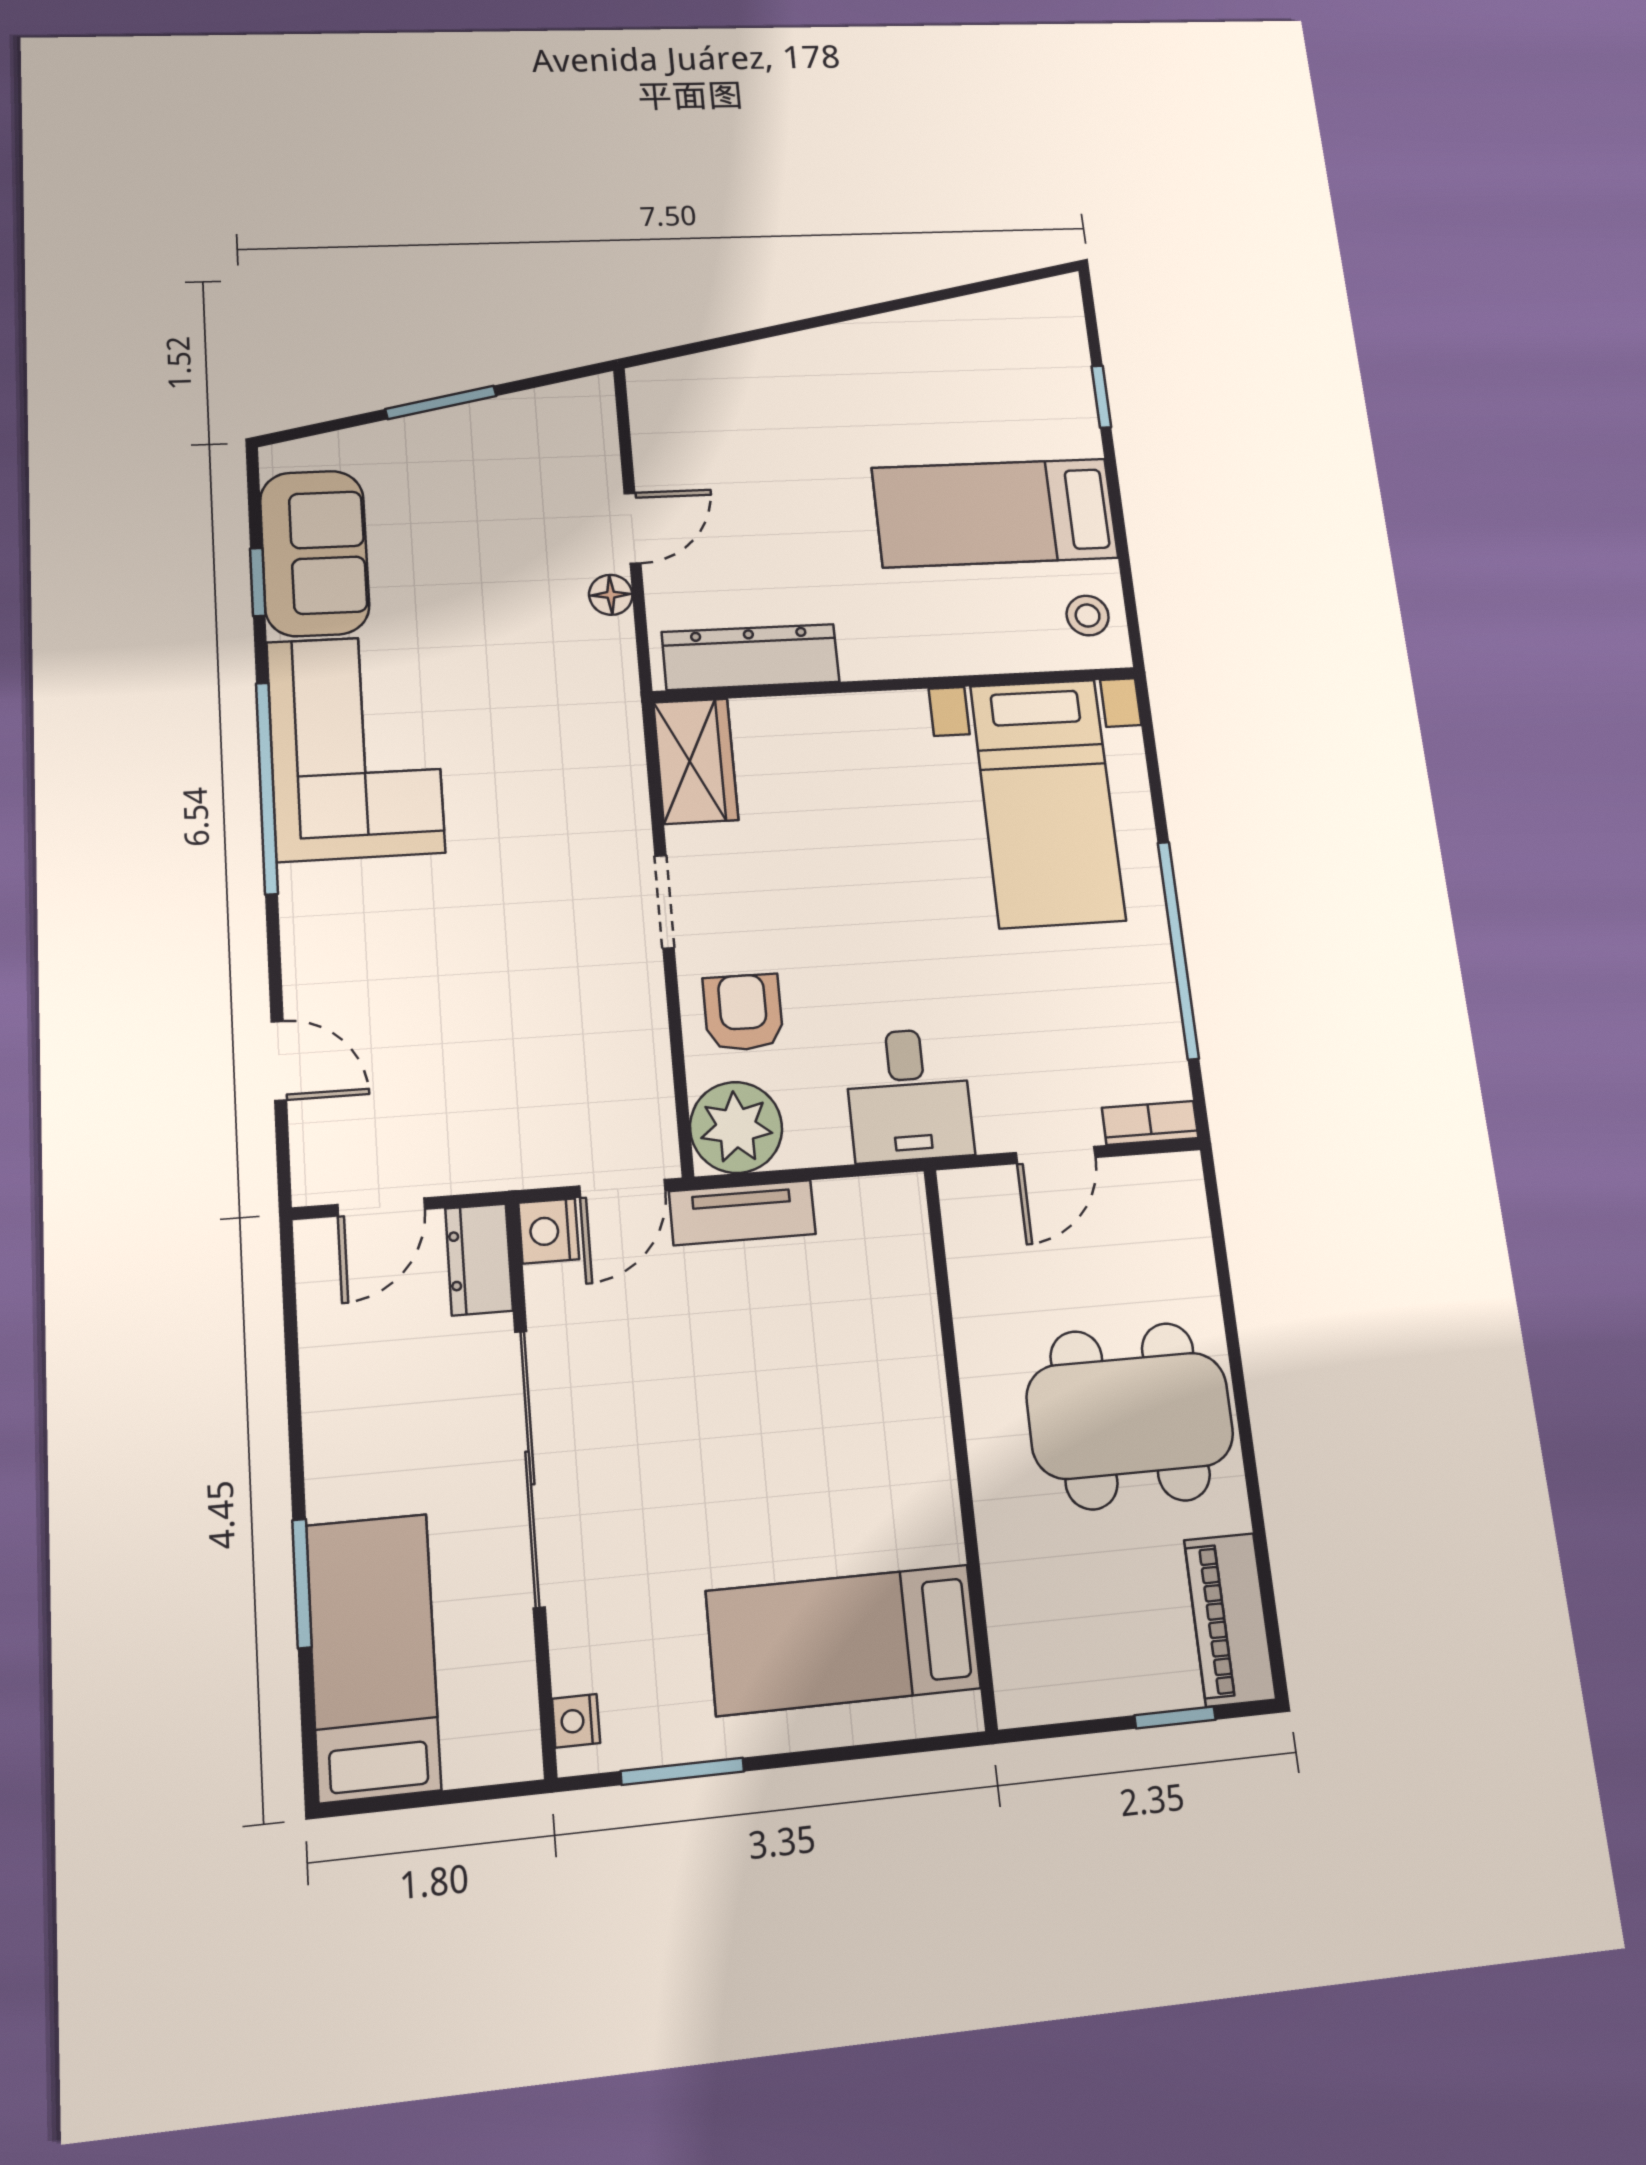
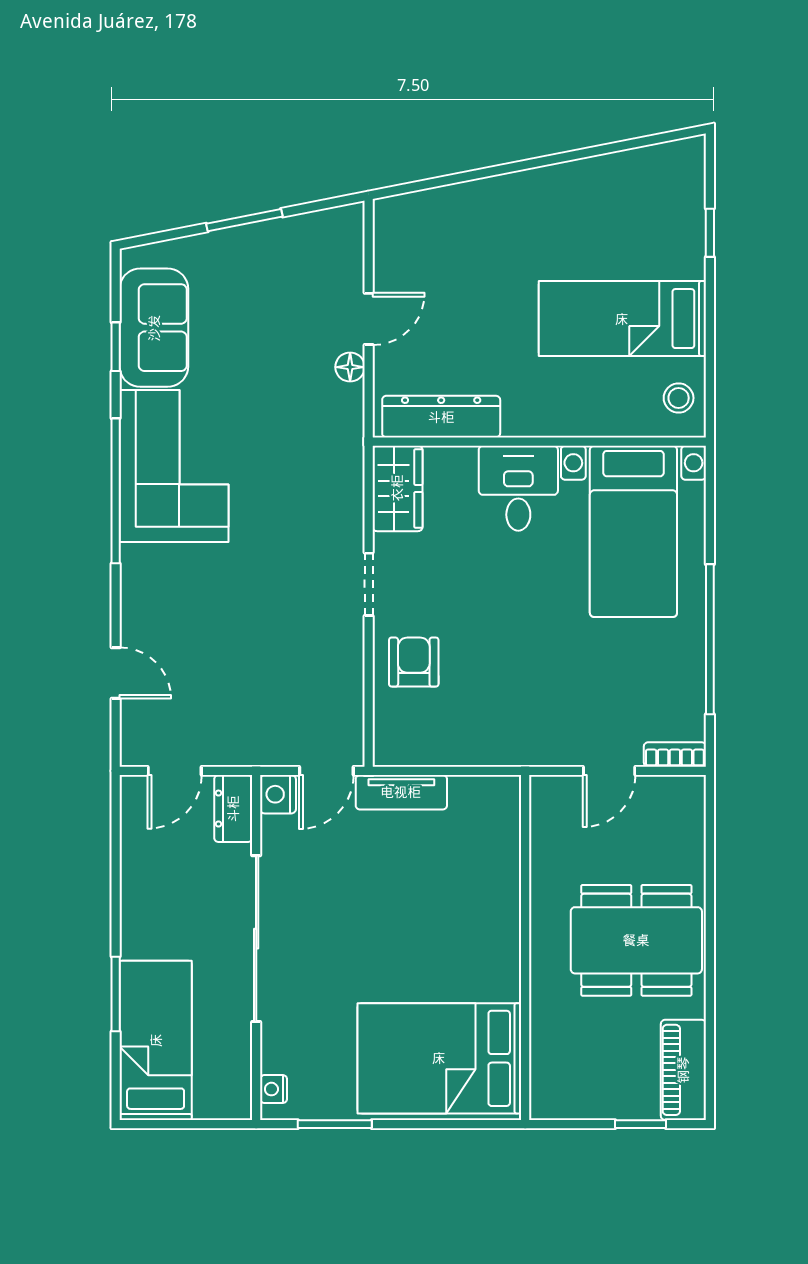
desk: (909, 1095) -> (518, 488), moved, turned 180
plant: (736, 1127) -> (402, 737), removed
bed: (843, 1640) -> (439, 1058), width x1.50

